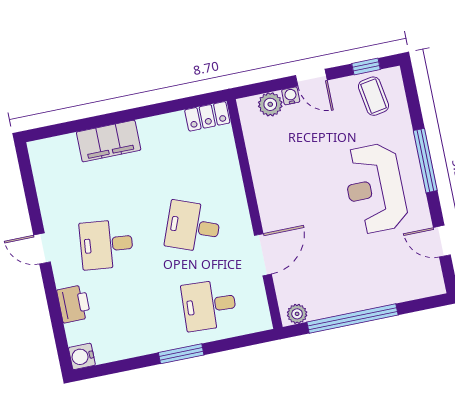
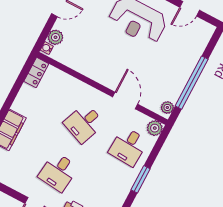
water cooler: (291, 96) -> (47, 48), moved
plant: (259, 319) -> (155, 128), added

